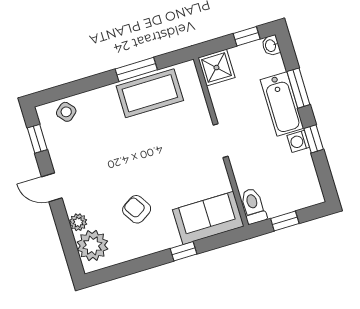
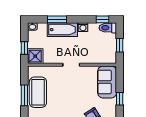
window: (247, 36) -> (24, 48), moved
window: (314, 139) -> (103, 19), moved
toilet: (253, 206) -> (108, 28), moved

